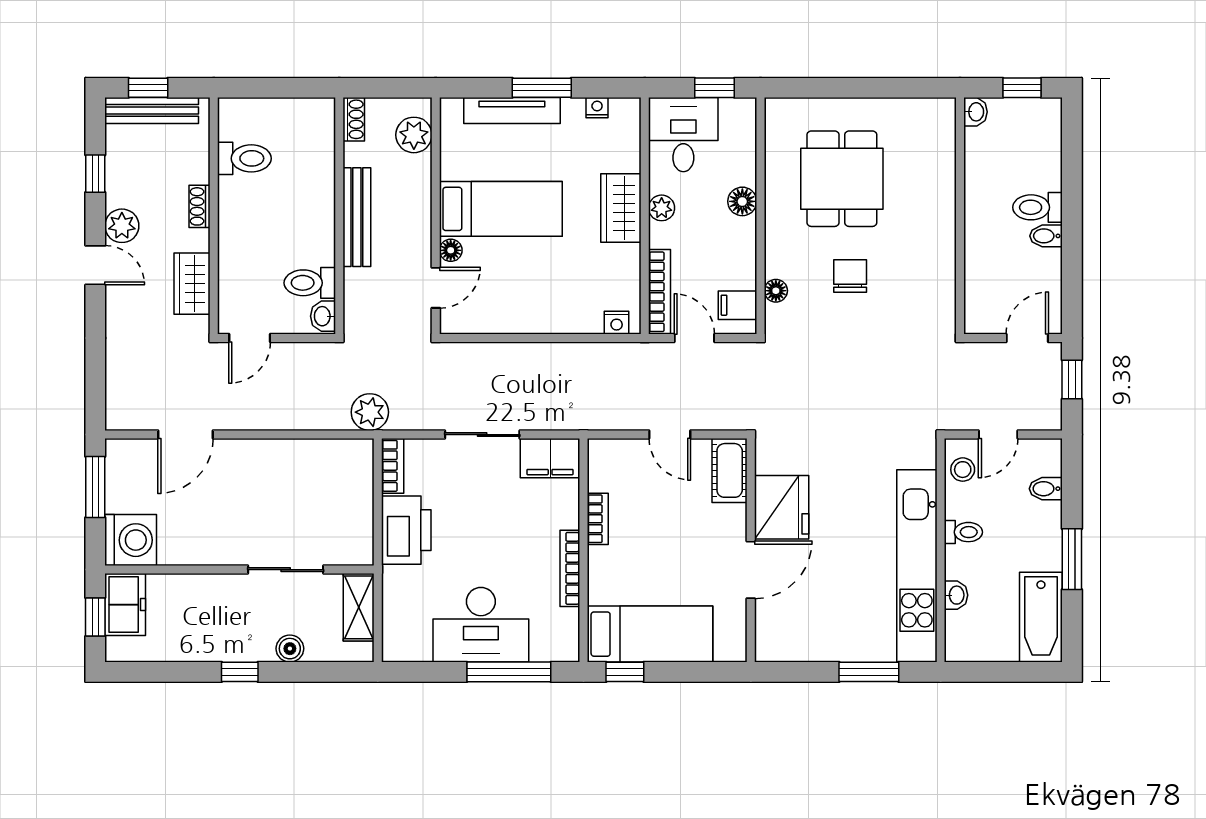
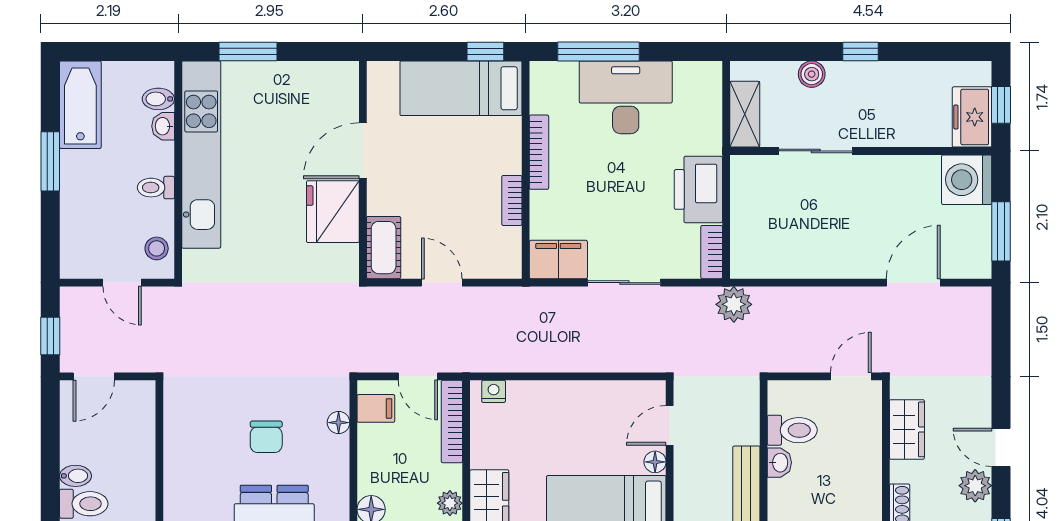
washbasin: (323, 316) -> (779, 463), moved
door: (998, 435) -> (122, 283), swing flipped
bidet: (1046, 489) -> (158, 99), moved, turned 180

